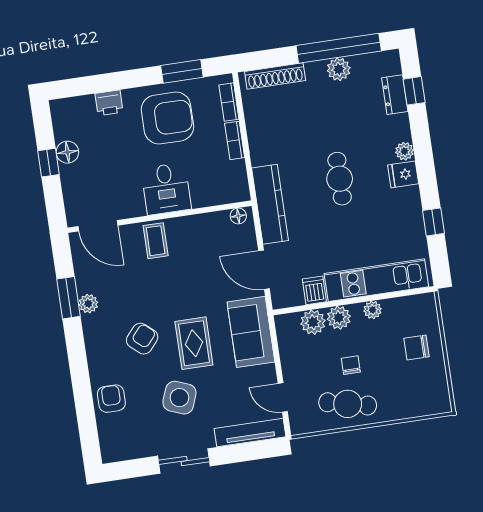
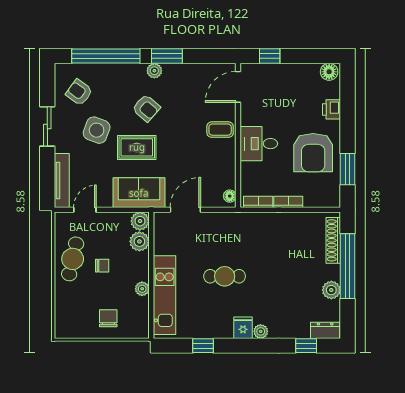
window: (339, 48) -> (348, 266), moved
dresser: (395, 95) -> (325, 330), moved
bookcase: (229, 102) -> (258, 202), moved
floor lamp: (67, 152) -> (329, 72), moved
window: (49, 163) -> (270, 56), moved
cafe table: (340, 179) -> (225, 276), moved
kitchen counter: (270, 204) -> (235, 222), removed
dishwasher: (314, 290) -> (164, 246), removed
window: (68, 298) -> (167, 56), moved
plant: (88, 304) -> (154, 71), moved
plant: (339, 318) -> (140, 221), moved
armchair: (111, 399) -> (79, 92), moved, turned -144
window: (84, 400) -> (106, 56), added

